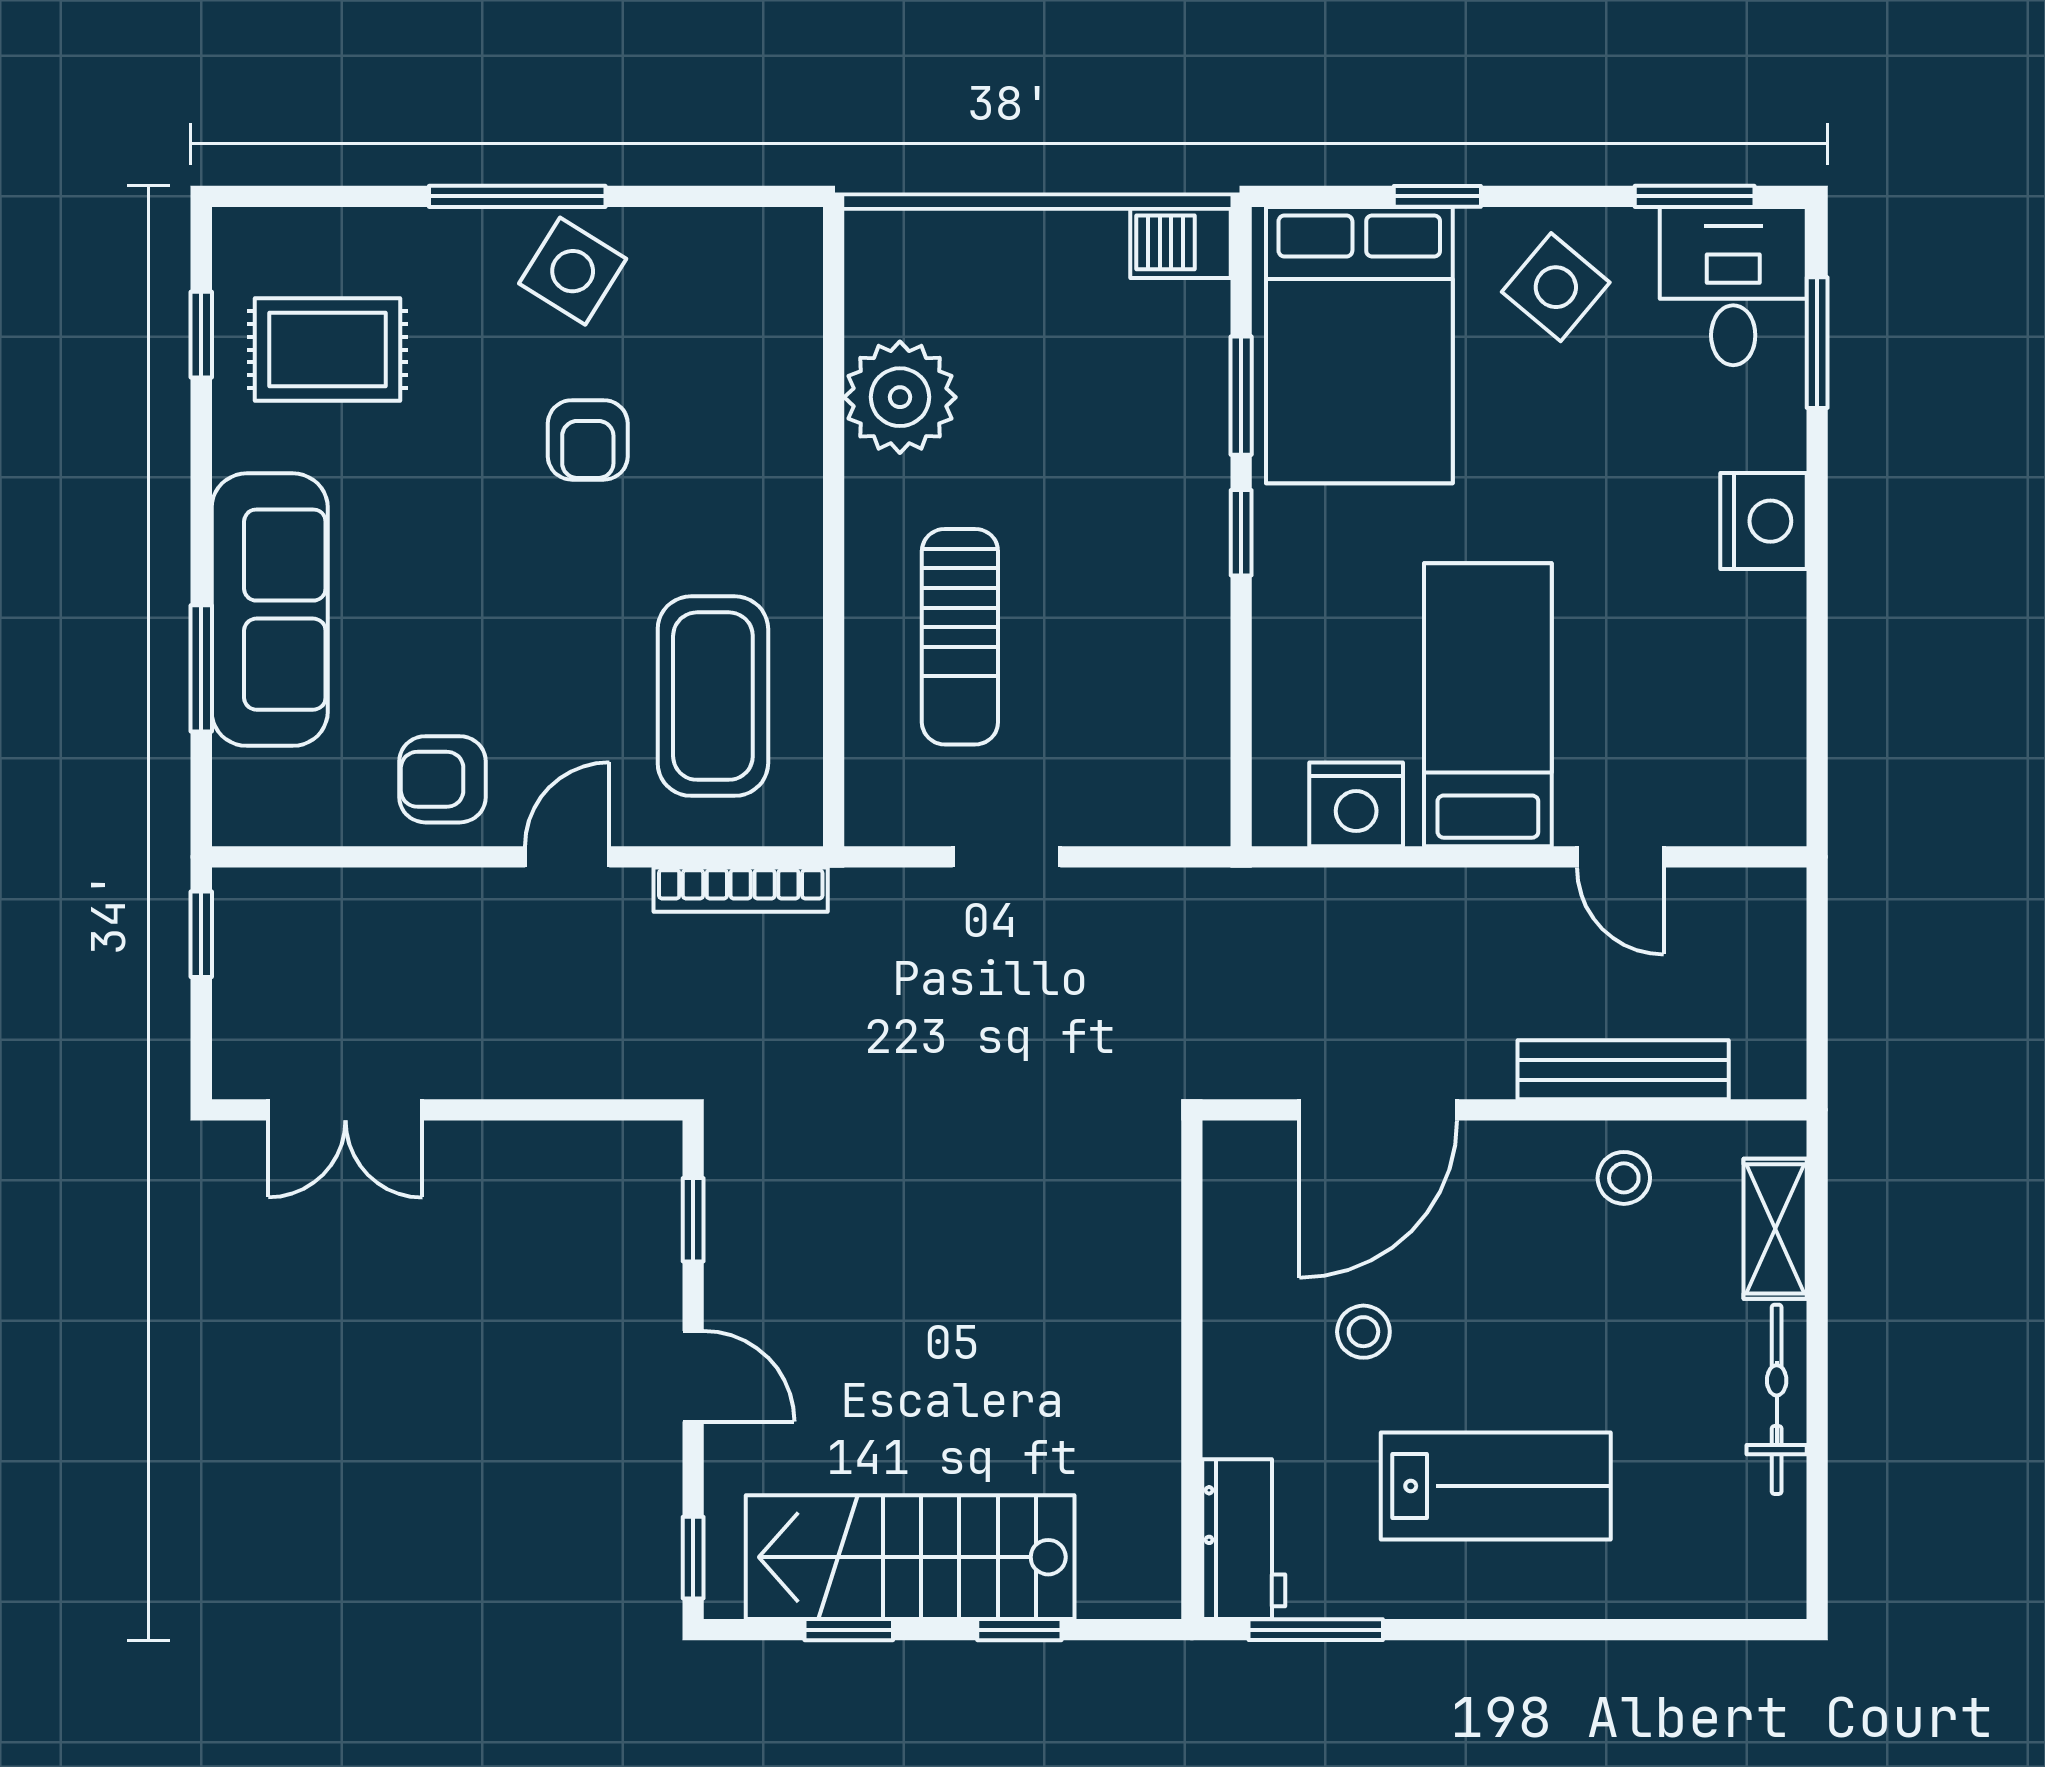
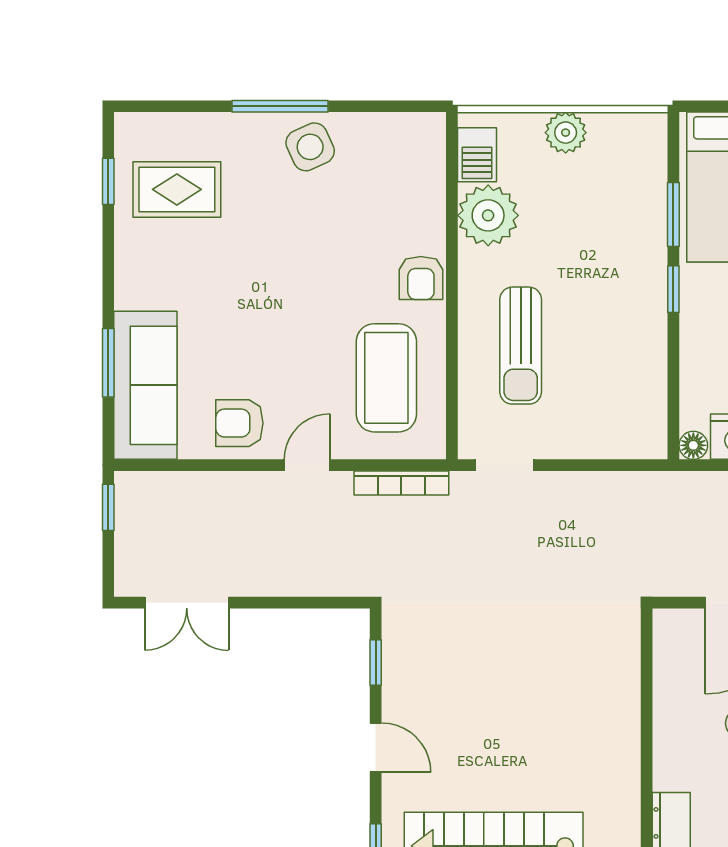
barbecue: (1180, 242) -> (477, 155), moved, turned -90
plant: (1043, 245) -> (566, 133), added
side table: (573, 271) -> (310, 147), turned 33
armchair: (588, 440) -> (421, 278), moved
sofa: (270, 610) -> (145, 385), moved
floor lamp: (1278, 820) -> (693, 445), added
doorway: (1006, 857) -> (504, 465), moved

